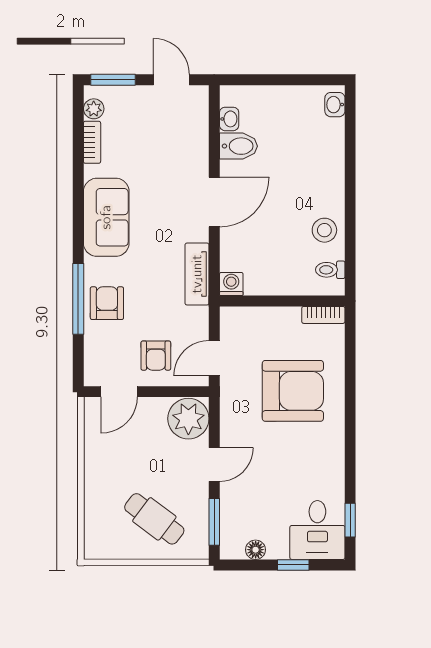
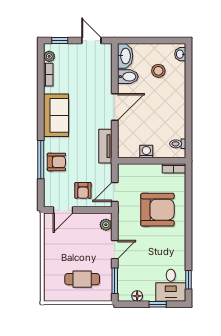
window: (113, 80) -> (60, 41), width x0.67
washbasin: (229, 119) -> (125, 56), width x1.91, depth x1.45
stool: (324, 230) -> (158, 71), moved
washing machine: (231, 284) -> (146, 152), moved
armchair: (107, 303) -> (56, 162), turned 90
plant: (188, 419) -> (106, 225), width x0.53, depth x0.53
cafe table: (154, 519) -> (82, 279), turned -37

